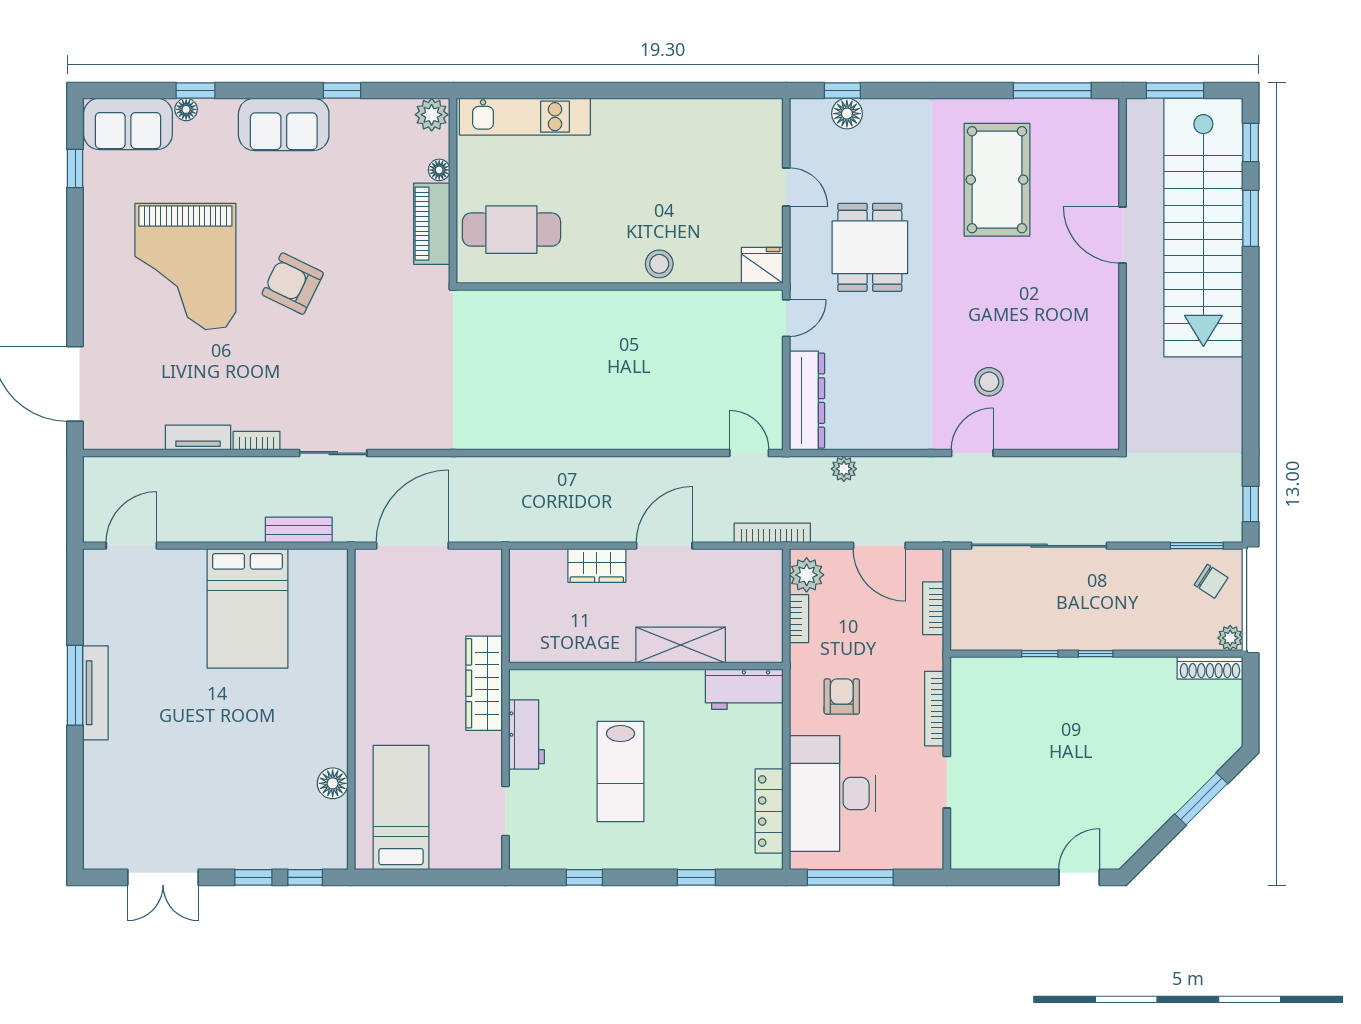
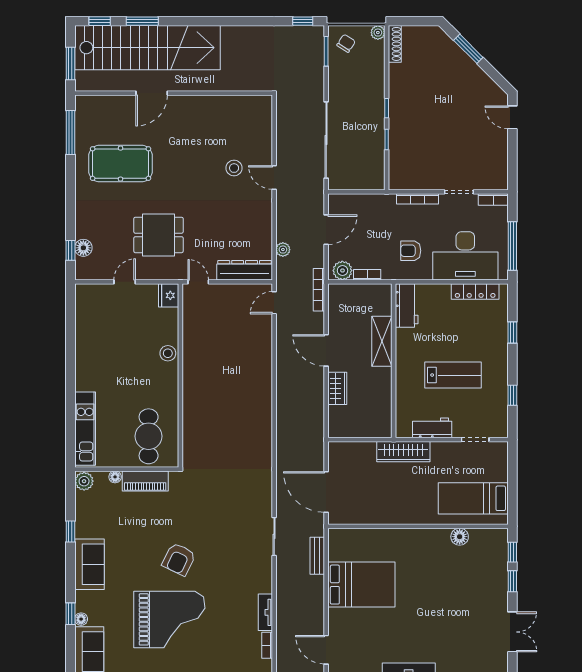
bookcase: (257, 441) -> (267, 645), moved
bookcase: (933, 608) -> (493, 199), moved

